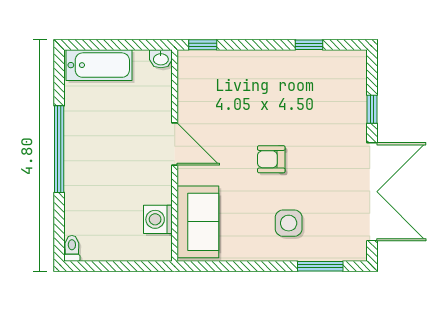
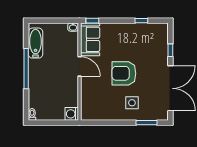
bathtub: (99, 65) -> (35, 43), moved, turned -90
armchair: (271, 159) -> (124, 73), width x1.88, depth x1.88
washing machine: (158, 219) -> (72, 114), moved
sofa: (198, 222) -> (90, 39), moved

